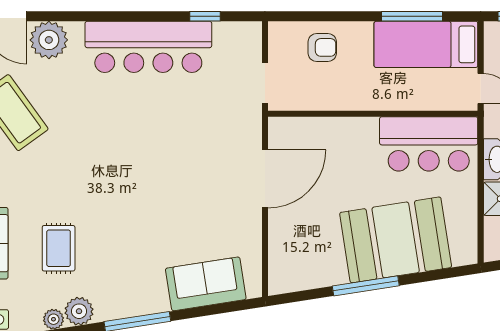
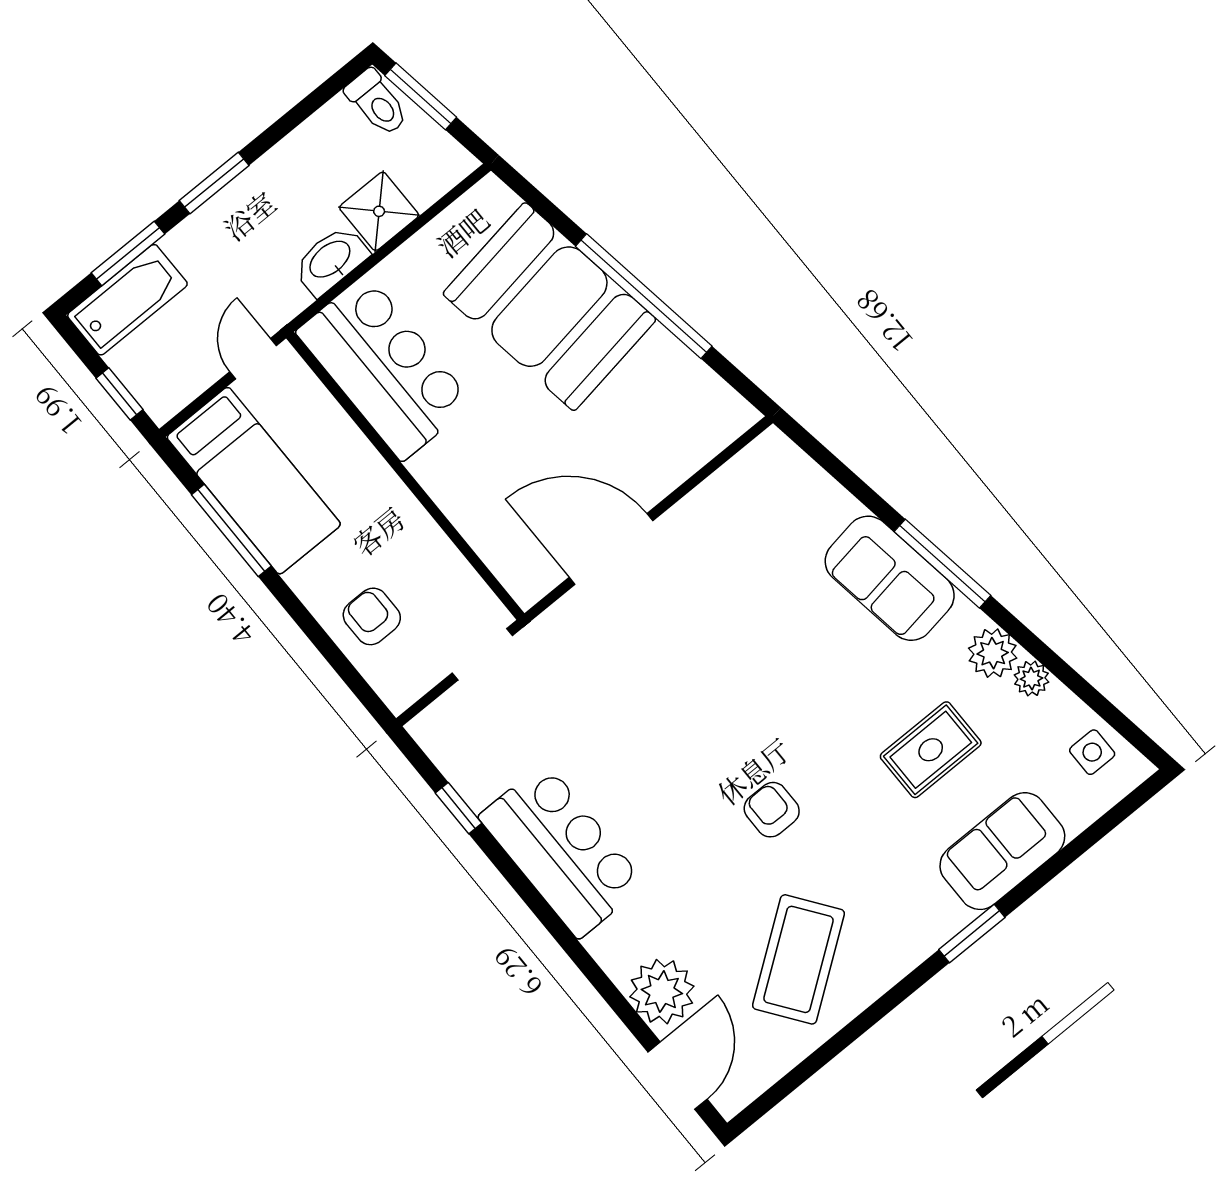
bar counter: (148, 47) -> (562, 850), width x0.73
armchair: (90, 155) -> (772, 810), added
sofa: (206, 284) -> (890, 578), moved
window: (366, 286) -> (644, 296), width x1.46

